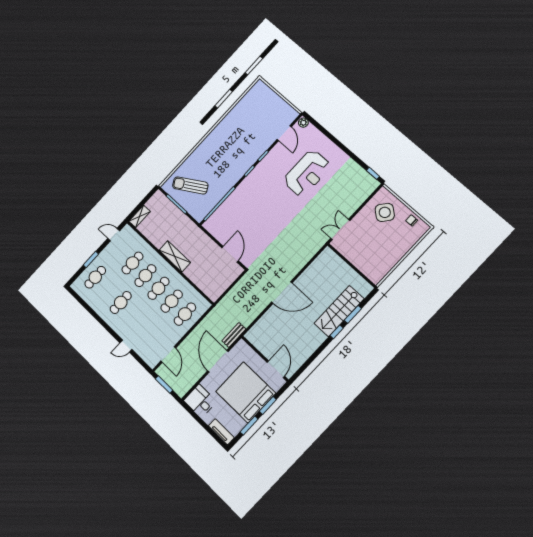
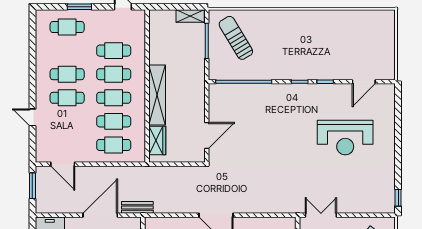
plant: (303, 123) -> (389, 91), removed
shelving: (140, 216) -> (190, 16), moved
shelving: (175, 256) -> (157, 95), width x1.47
wardrobe: (206, 286) -> (157, 141), added
cafe table: (134, 315) -> (67, 98), added
door: (168, 354) -> (63, 164), hinge flipped

